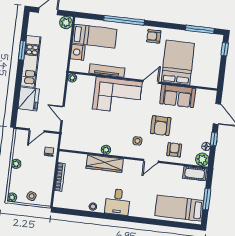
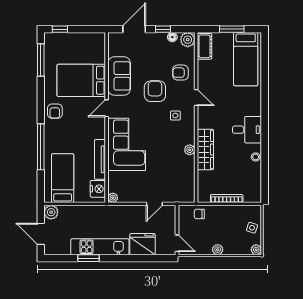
nightstand: (78, 52) -> (98, 189), moved, turned -90
door: (151, 82) -> (107, 108), hinge flipped
armchair: (161, 126) -> (155, 91), turned -90
door: (37, 130) -> (177, 243), moved

